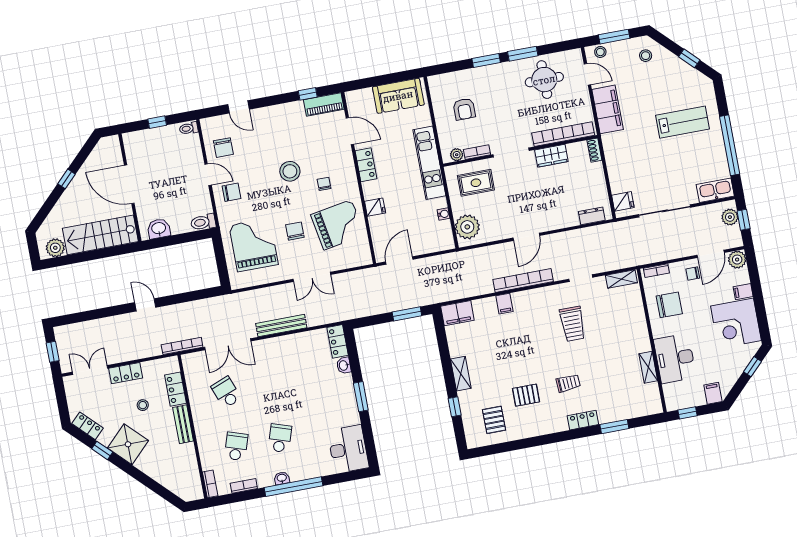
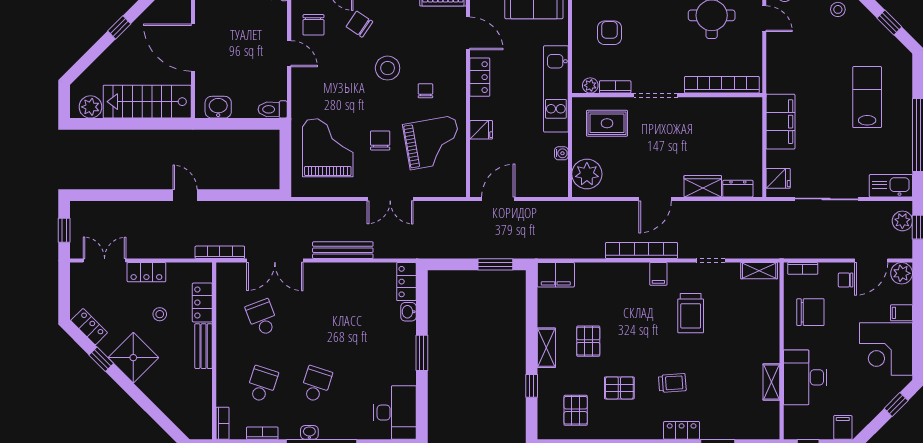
armchair: (464, 109) -> (609, 33), turned 180
filing cabinet: (608, 109) -> (781, 122), moved
lab bench: (683, 122) -> (867, 97), turned -90
shoe rack: (594, 150) -> (756, 111), removed
wardrobe: (551, 156) -> (703, 186), moved, turned 180
chair: (232, 192) -> (359, 24), moved, turned -146
filing cabinet: (504, 304) -> (658, 274), moved
pallet: (494, 362) -> (588, 341), added

